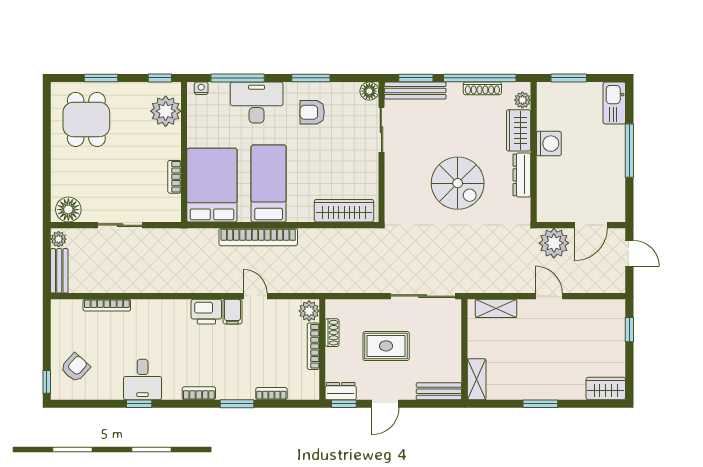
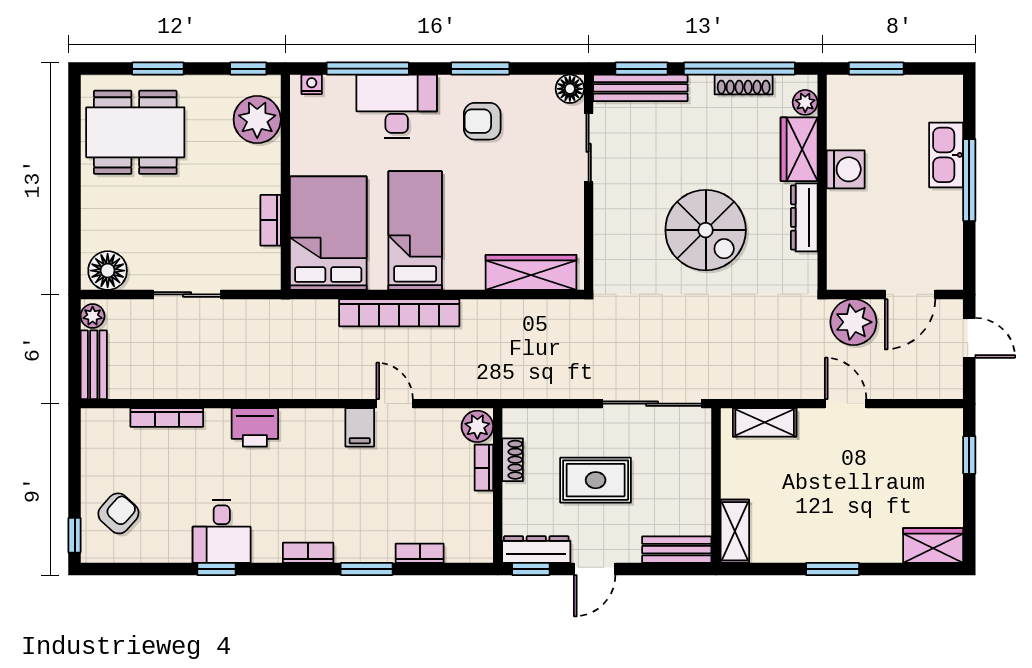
kitchen sink: (614, 103) -> (946, 155), moved
dining table: (86, 119) -> (135, 132), width x1.38
printer: (206, 312) -> (255, 427), moved
bookcase: (313, 346) -> (484, 468), width x0.64
dresser: (341, 391) -> (536, 550), width x1.44

